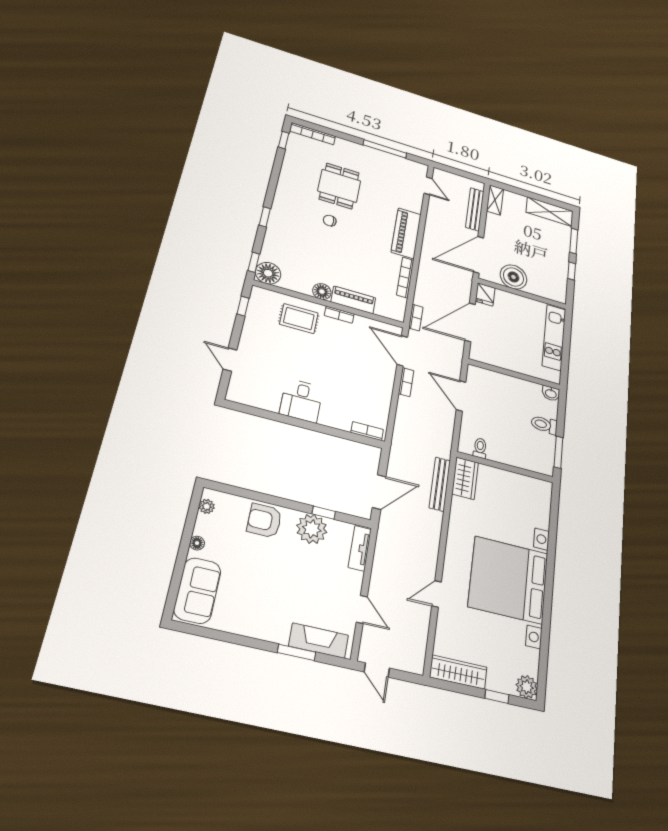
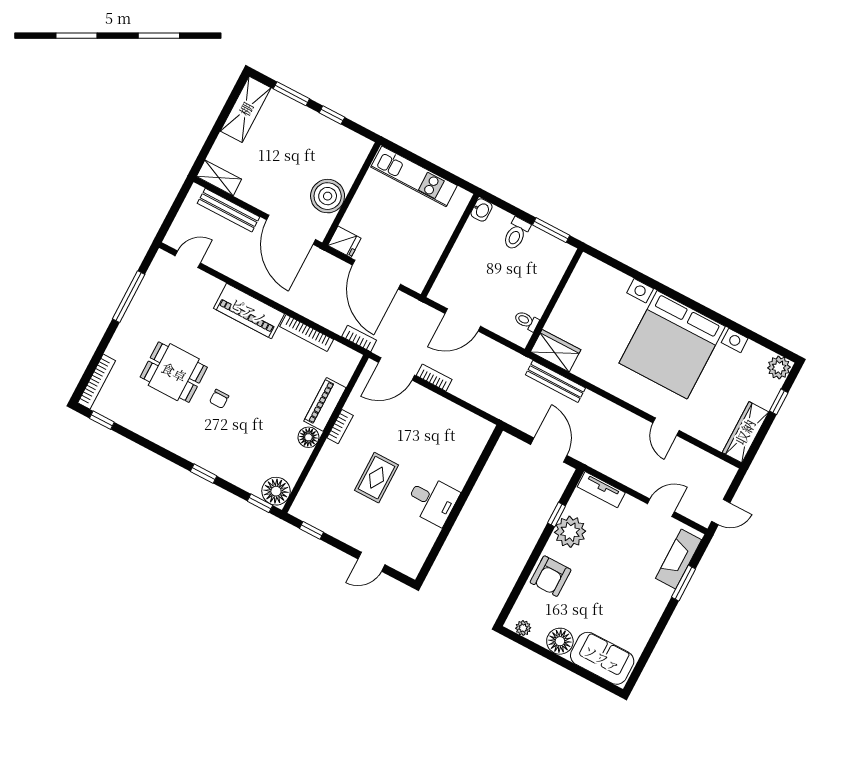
rug: (299, 319) -> (376, 478), moved
bookcase: (367, 431) -> (481, 440), removed
floor lamp: (197, 543) -> (560, 641), width x1.89, depth x1.89

